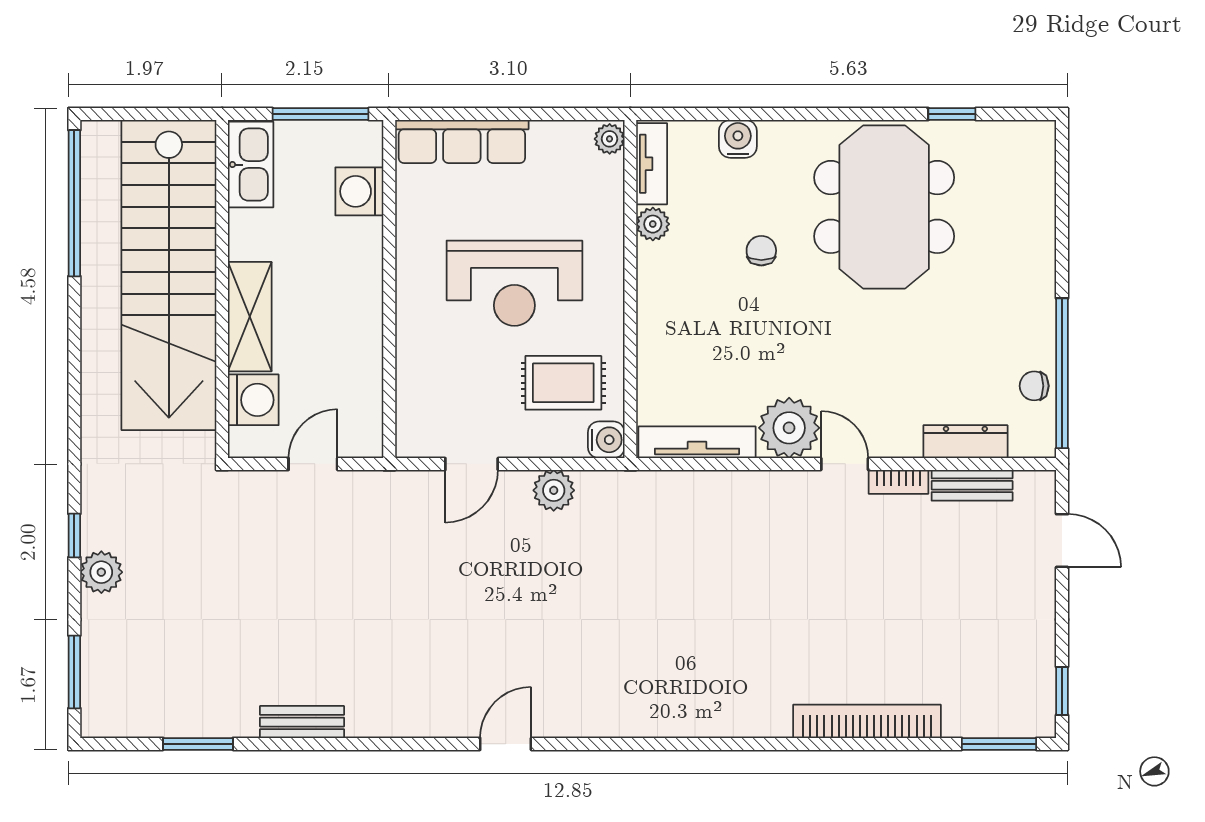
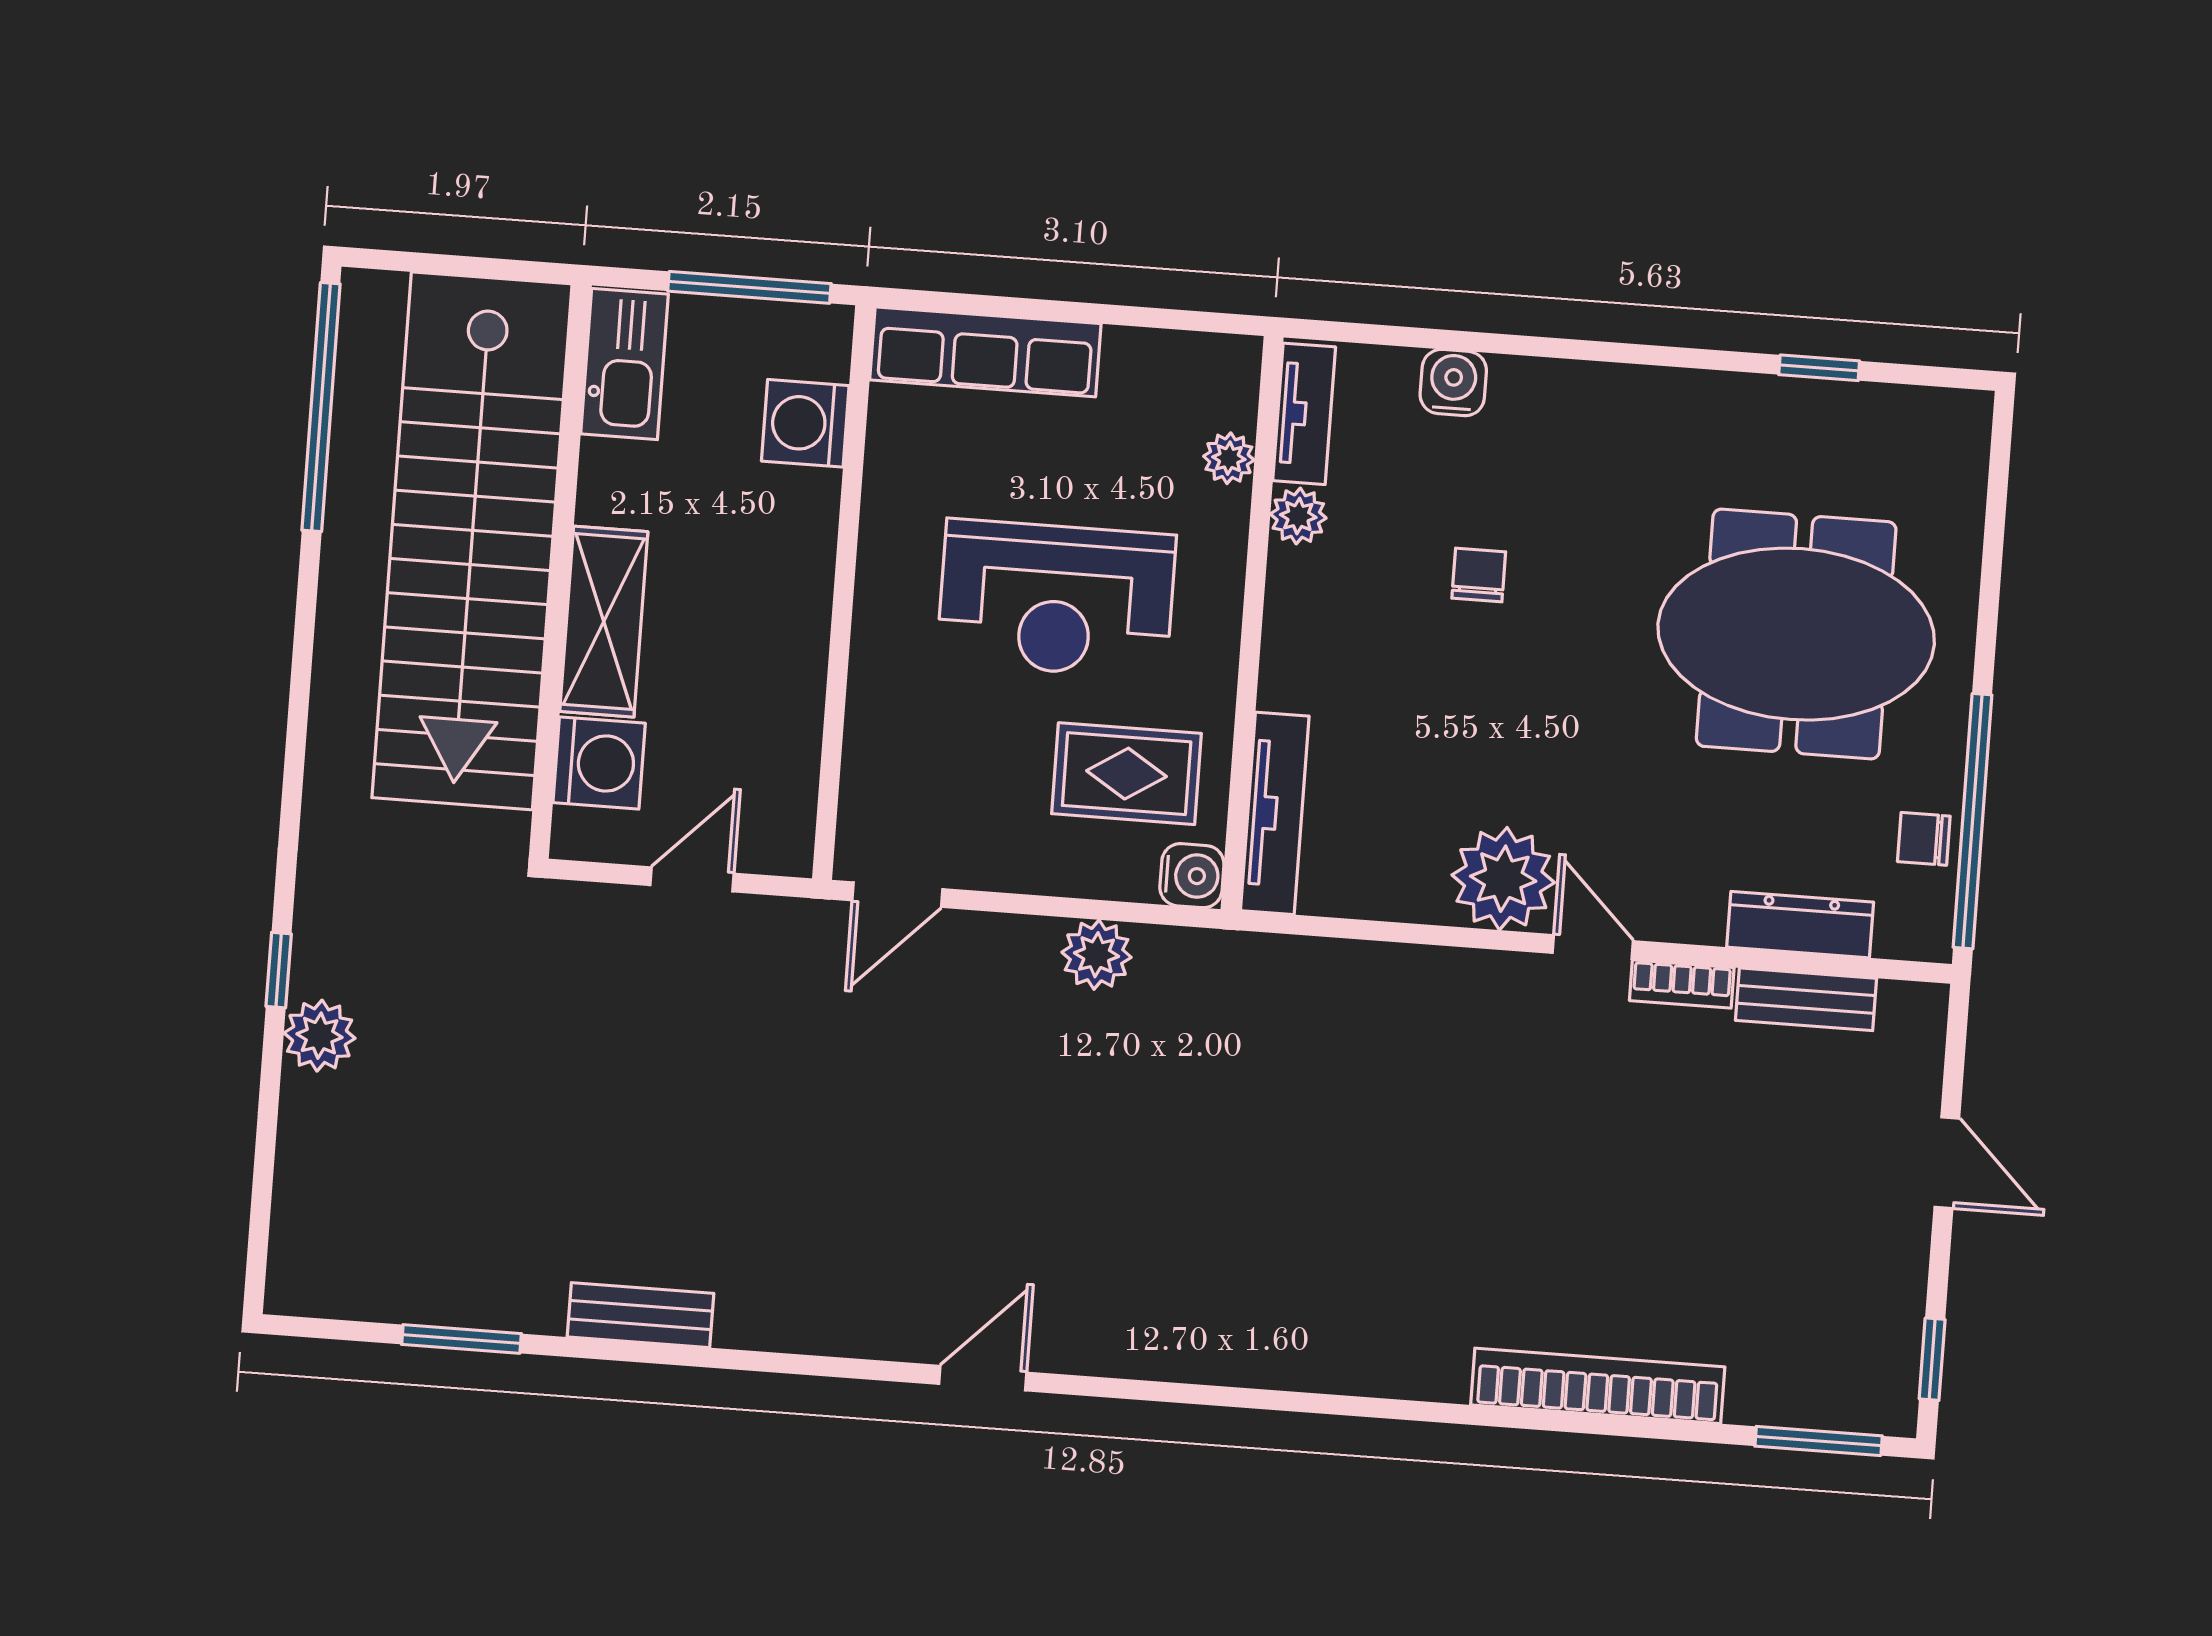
plant: (610, 139) -> (1229, 458), moved
meeting table: (884, 207) -> (1796, 634), moved, turned 90
tv unit: (697, 442) -> (1275, 813), moved, turned 90
door: (472, 464) -> (897, 895), moved
door: (1062, 541) -> (1947, 1163), moved
window: (74, 672) -> (261, 1201), removed

